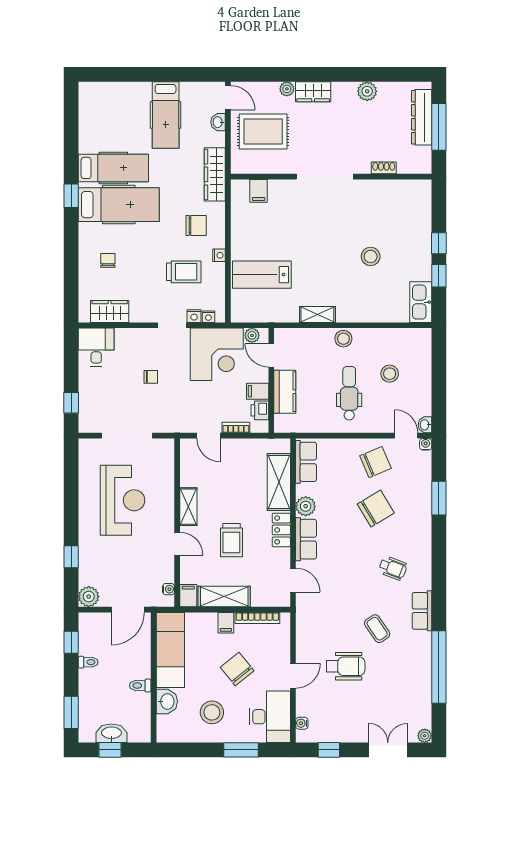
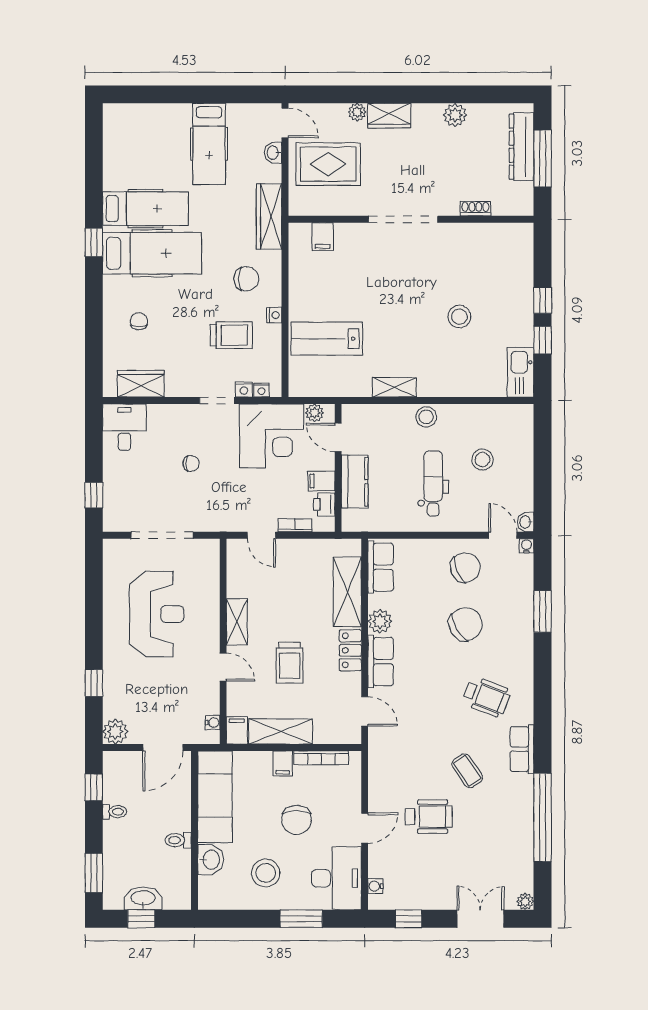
wheelchair: (393, 568) -> (486, 697), width x1.36, depth x1.37
chair: (237, 669) -> (297, 820), turned -141

